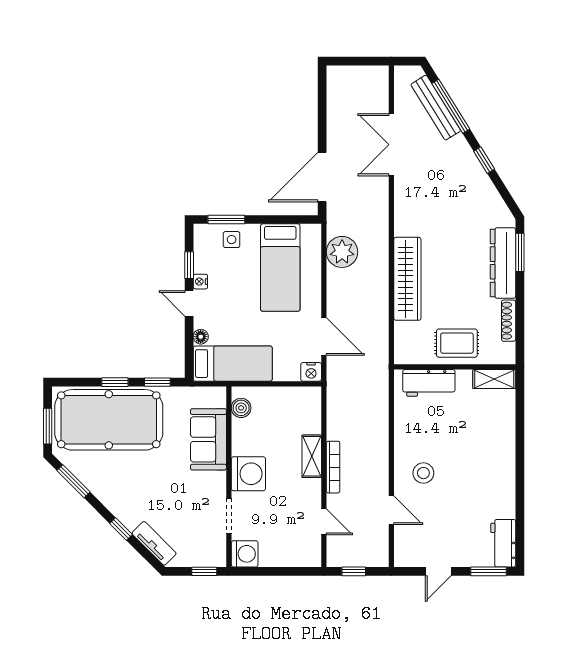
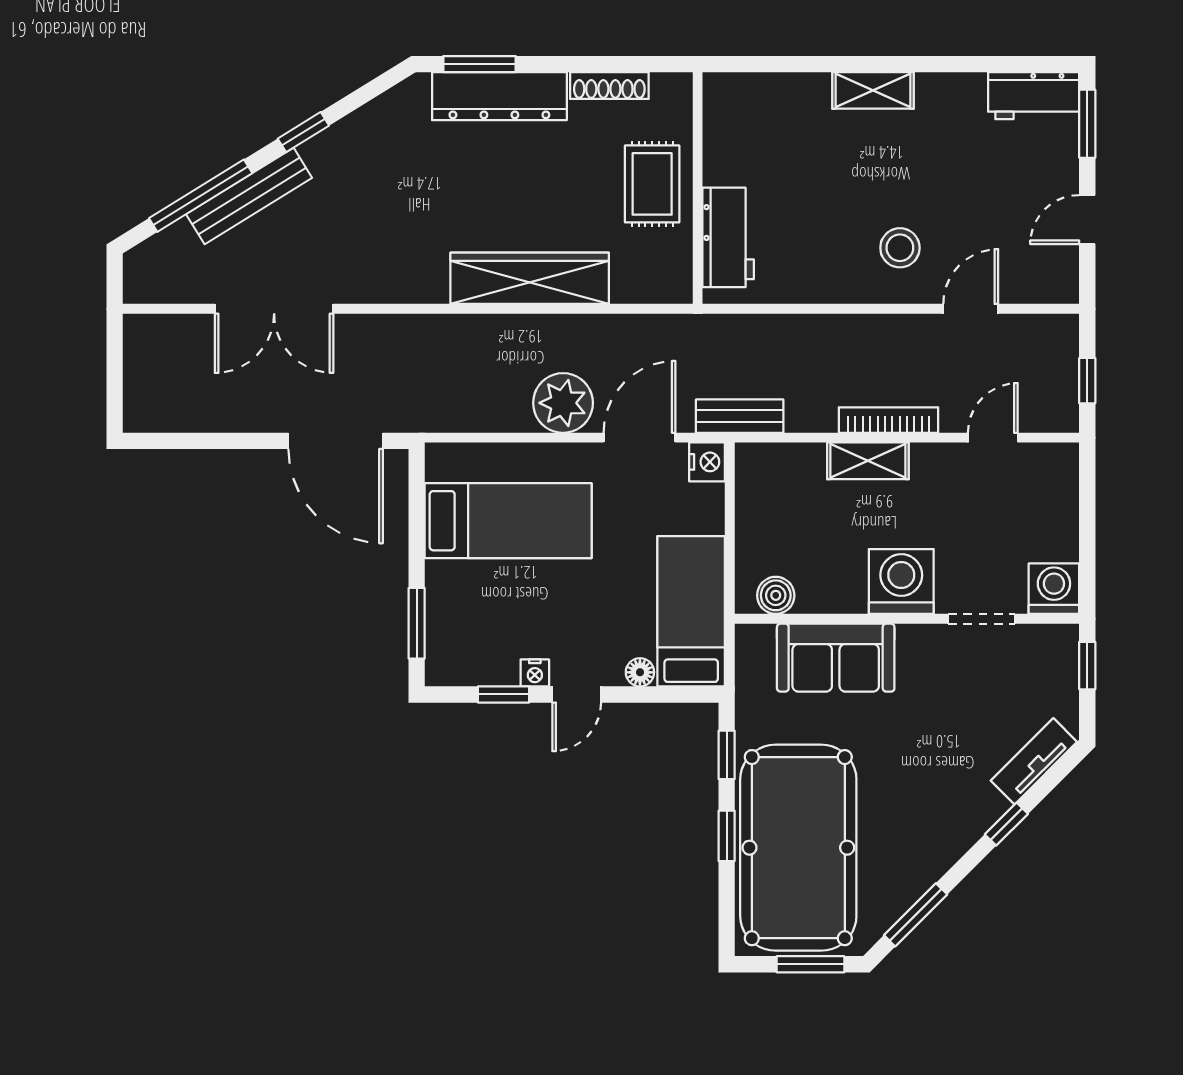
bench: (436, 108) -> (249, 196), moved
side table: (232, 240) -> (455, 614), removed
plant: (342, 252) -> (563, 403), moved
shelving: (494, 379) -> (873, 90), moved, turned 90
bench: (335, 389) -> (740, 416), added
door: (438, 571) -> (1087, 220), swing flipped

